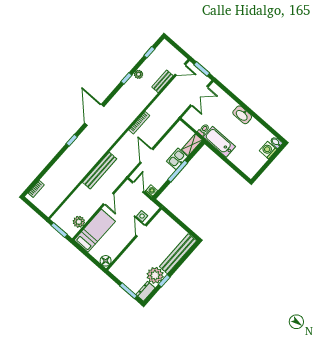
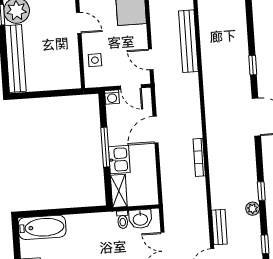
washbasin: (195, 122) -> (140, 219), added
bathtub: (219, 142) -> (42, 227), moved
door: (147, 156) -> (156, 130), swing flipped
bench: (100, 171) -> (188, 41), moved
door: (108, 199) -> (151, 59), moved
door: (141, 231) -> (79, 23), moved

